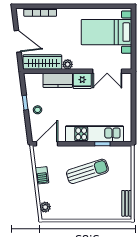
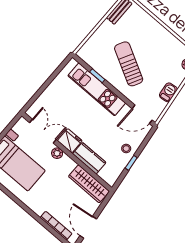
door: (18, 41) -> (88, 227), moved
plant: (68, 64) -> (57, 153), moved
sun lounger: (87, 171) -> (129, 64), turned 46

